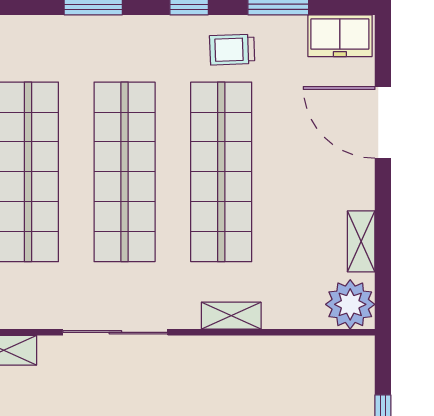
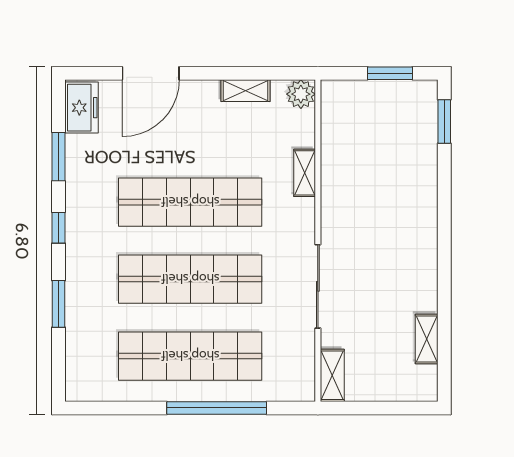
trolley: (232, 50) -> (93, 193), removed
plant: (350, 304) -> (301, 94), width x0.73, depth x0.73
shelving: (231, 316) -> (305, 173), moved

